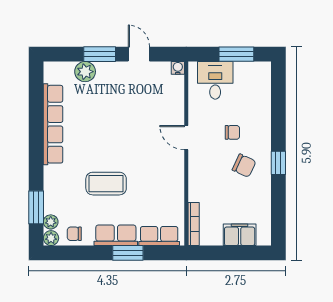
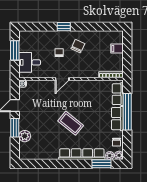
row of seats: (53, 124) -> (82, 154), moved
window: (278, 163) -> (64, 27), moved
coffee table: (106, 184) -> (71, 123), moved, turned -51
filing cabinet: (240, 235) -> (117, 49), width x0.50
window: (128, 253) -> (127, 112), width x2.11

